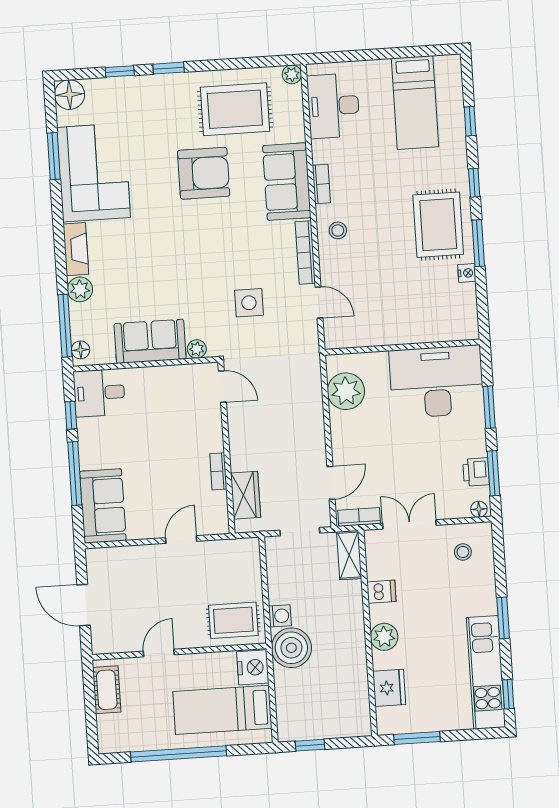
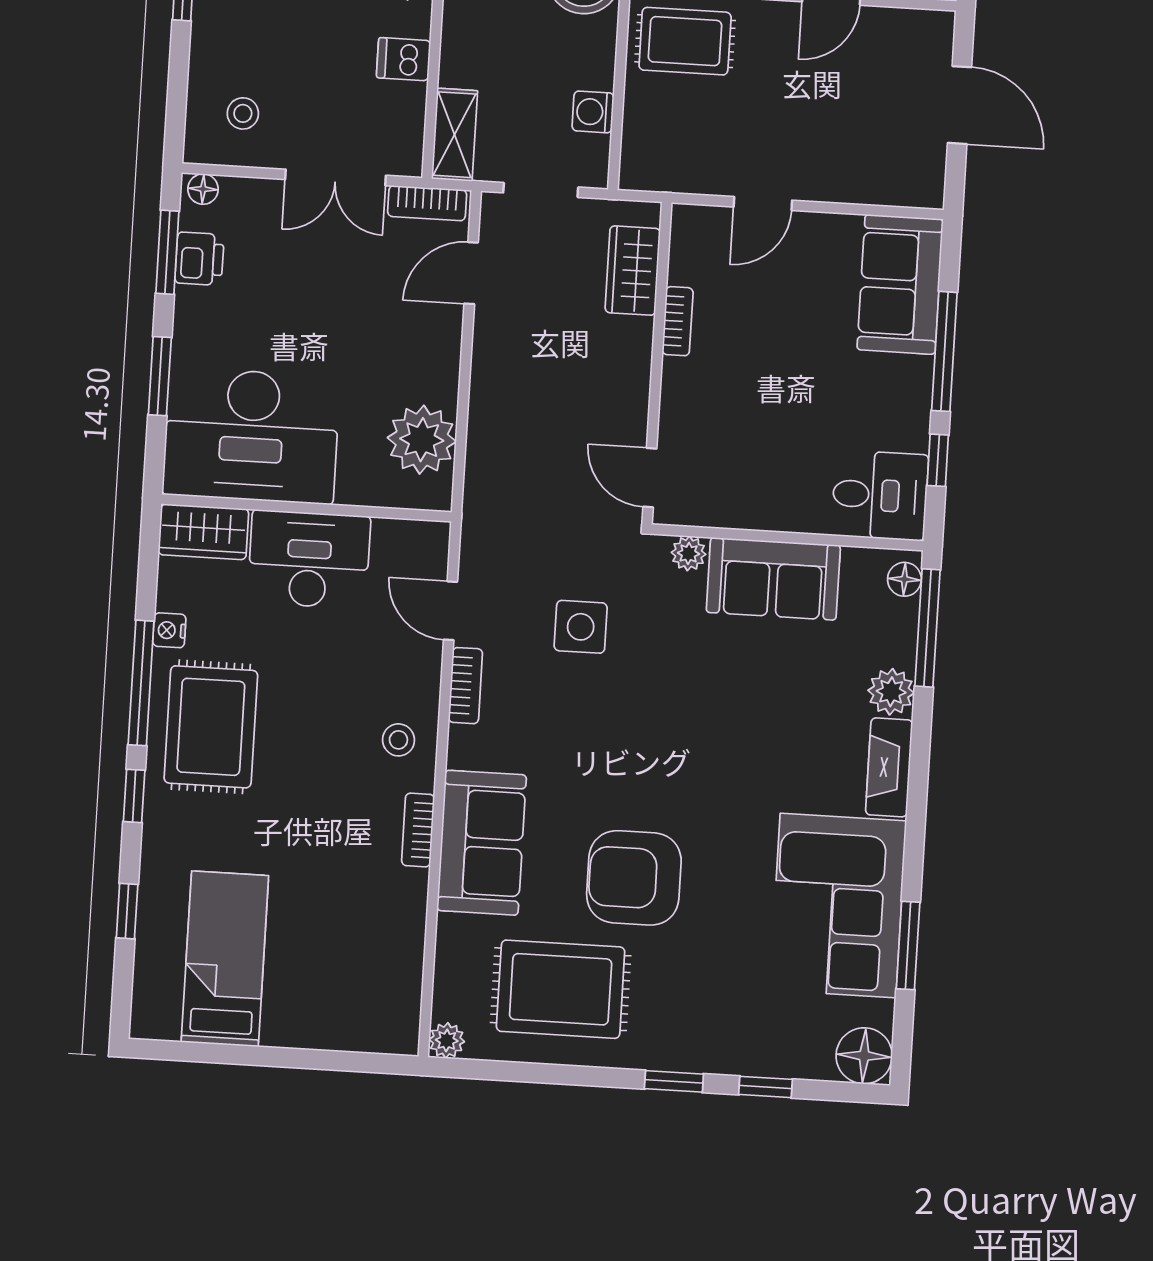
desk: (333, 106) -> (309, 559), moved, turned -90
window: (478, 243) -> (141, 683), width x1.44
bookcase: (305, 253) -> (466, 686), width x0.64
wardrobe: (455, 327) -> (203, 532), added
washing machine: (280, 616) -> (593, 112), moved

